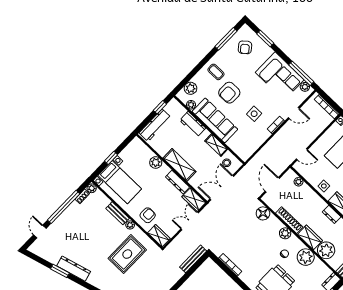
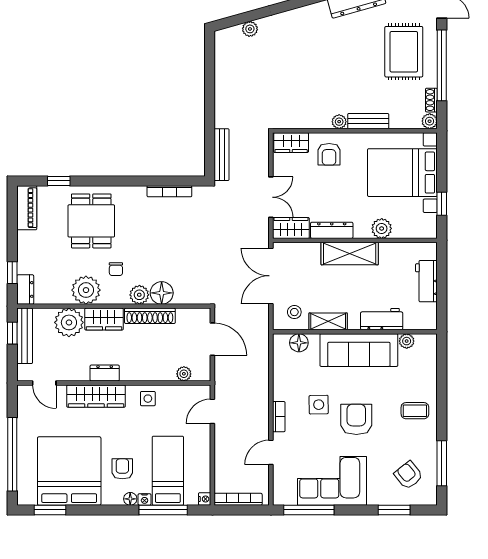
plant: (305, 87) -> (288, 498), removed
plant: (190, 88) -> (427, 360), removed
armchair: (229, 93) -> (356, 419), moved
window: (160, 107) -> (442, 301), removed
workbench: (155, 125) -> (426, 281), width x0.73
floor lamp: (237, 148) -> (299, 343), added
window: (111, 158) -> (442, 204), moved
bed with nightstands: (120, 182) -> (402, 173), width x1.36
double door: (222, 188) -> (271, 276), swing flipped
floor lamp: (263, 213) -> (162, 293), moved
rug: (127, 254) -> (404, 52), moved

